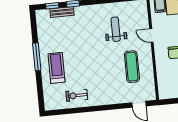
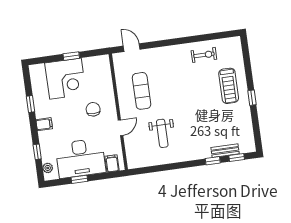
door: (151, 36) -> (120, 128), hinge flipped
window: (37, 57) -> (252, 98), width x0.46

